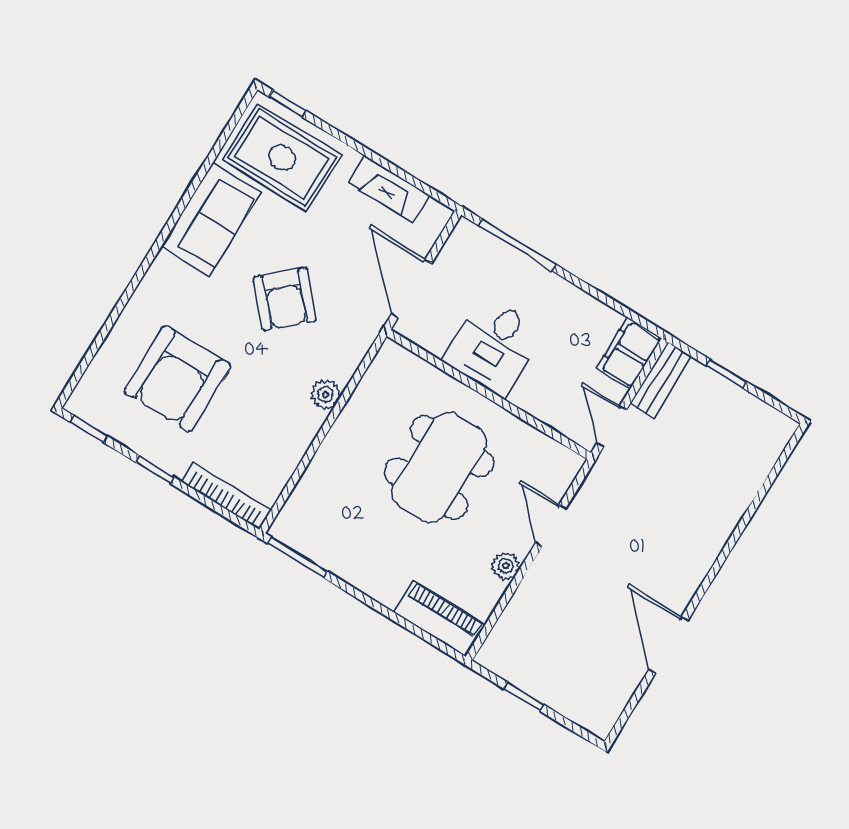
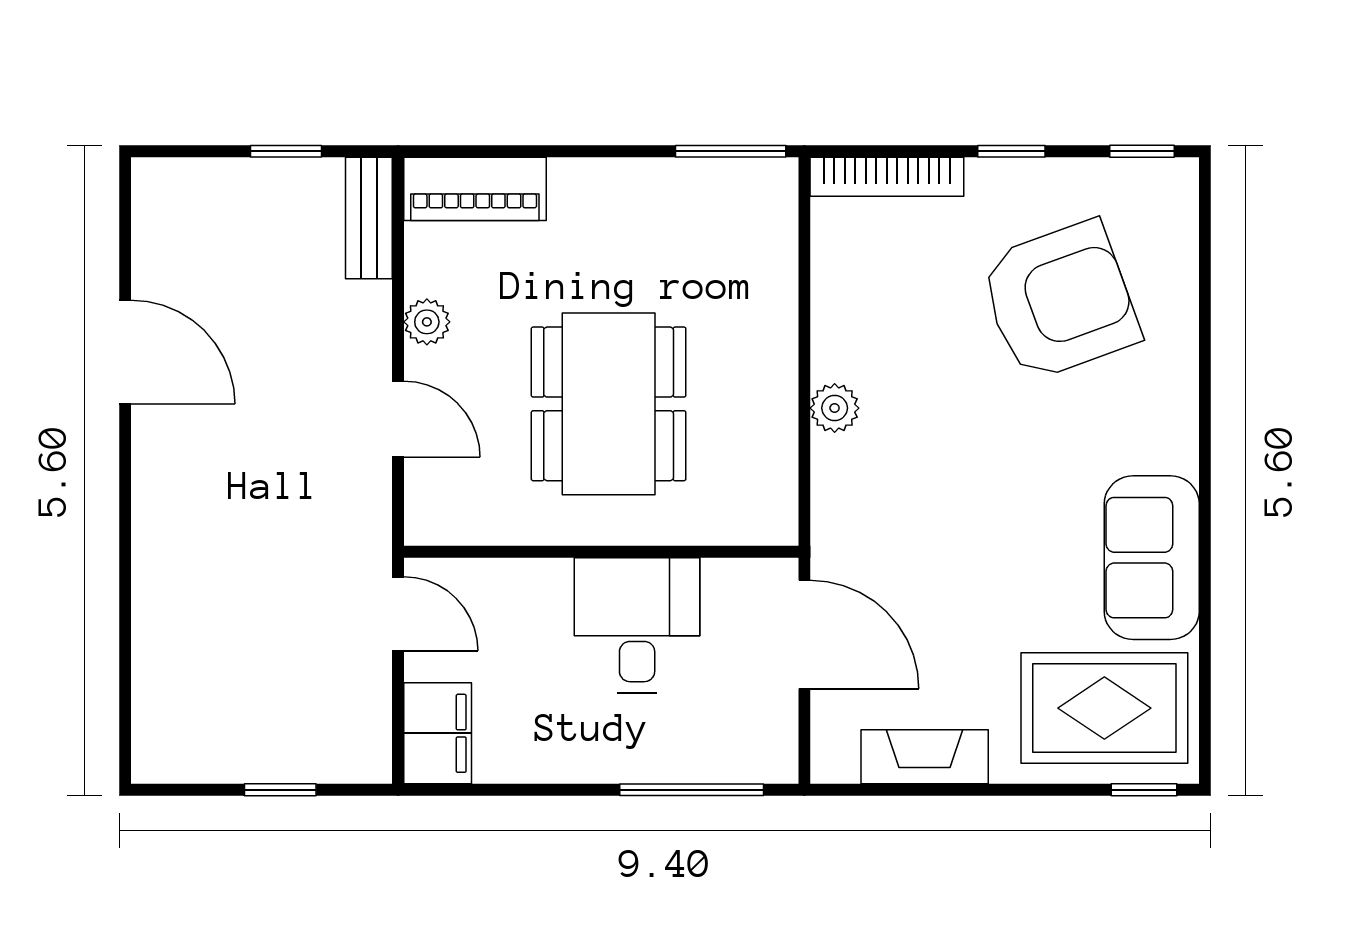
armchair: (285, 299) -> (976, 509), removed
armchair: (177, 379) -> (1060, 301), turned 70
bench: (661, 380) -> (369, 218), moved

